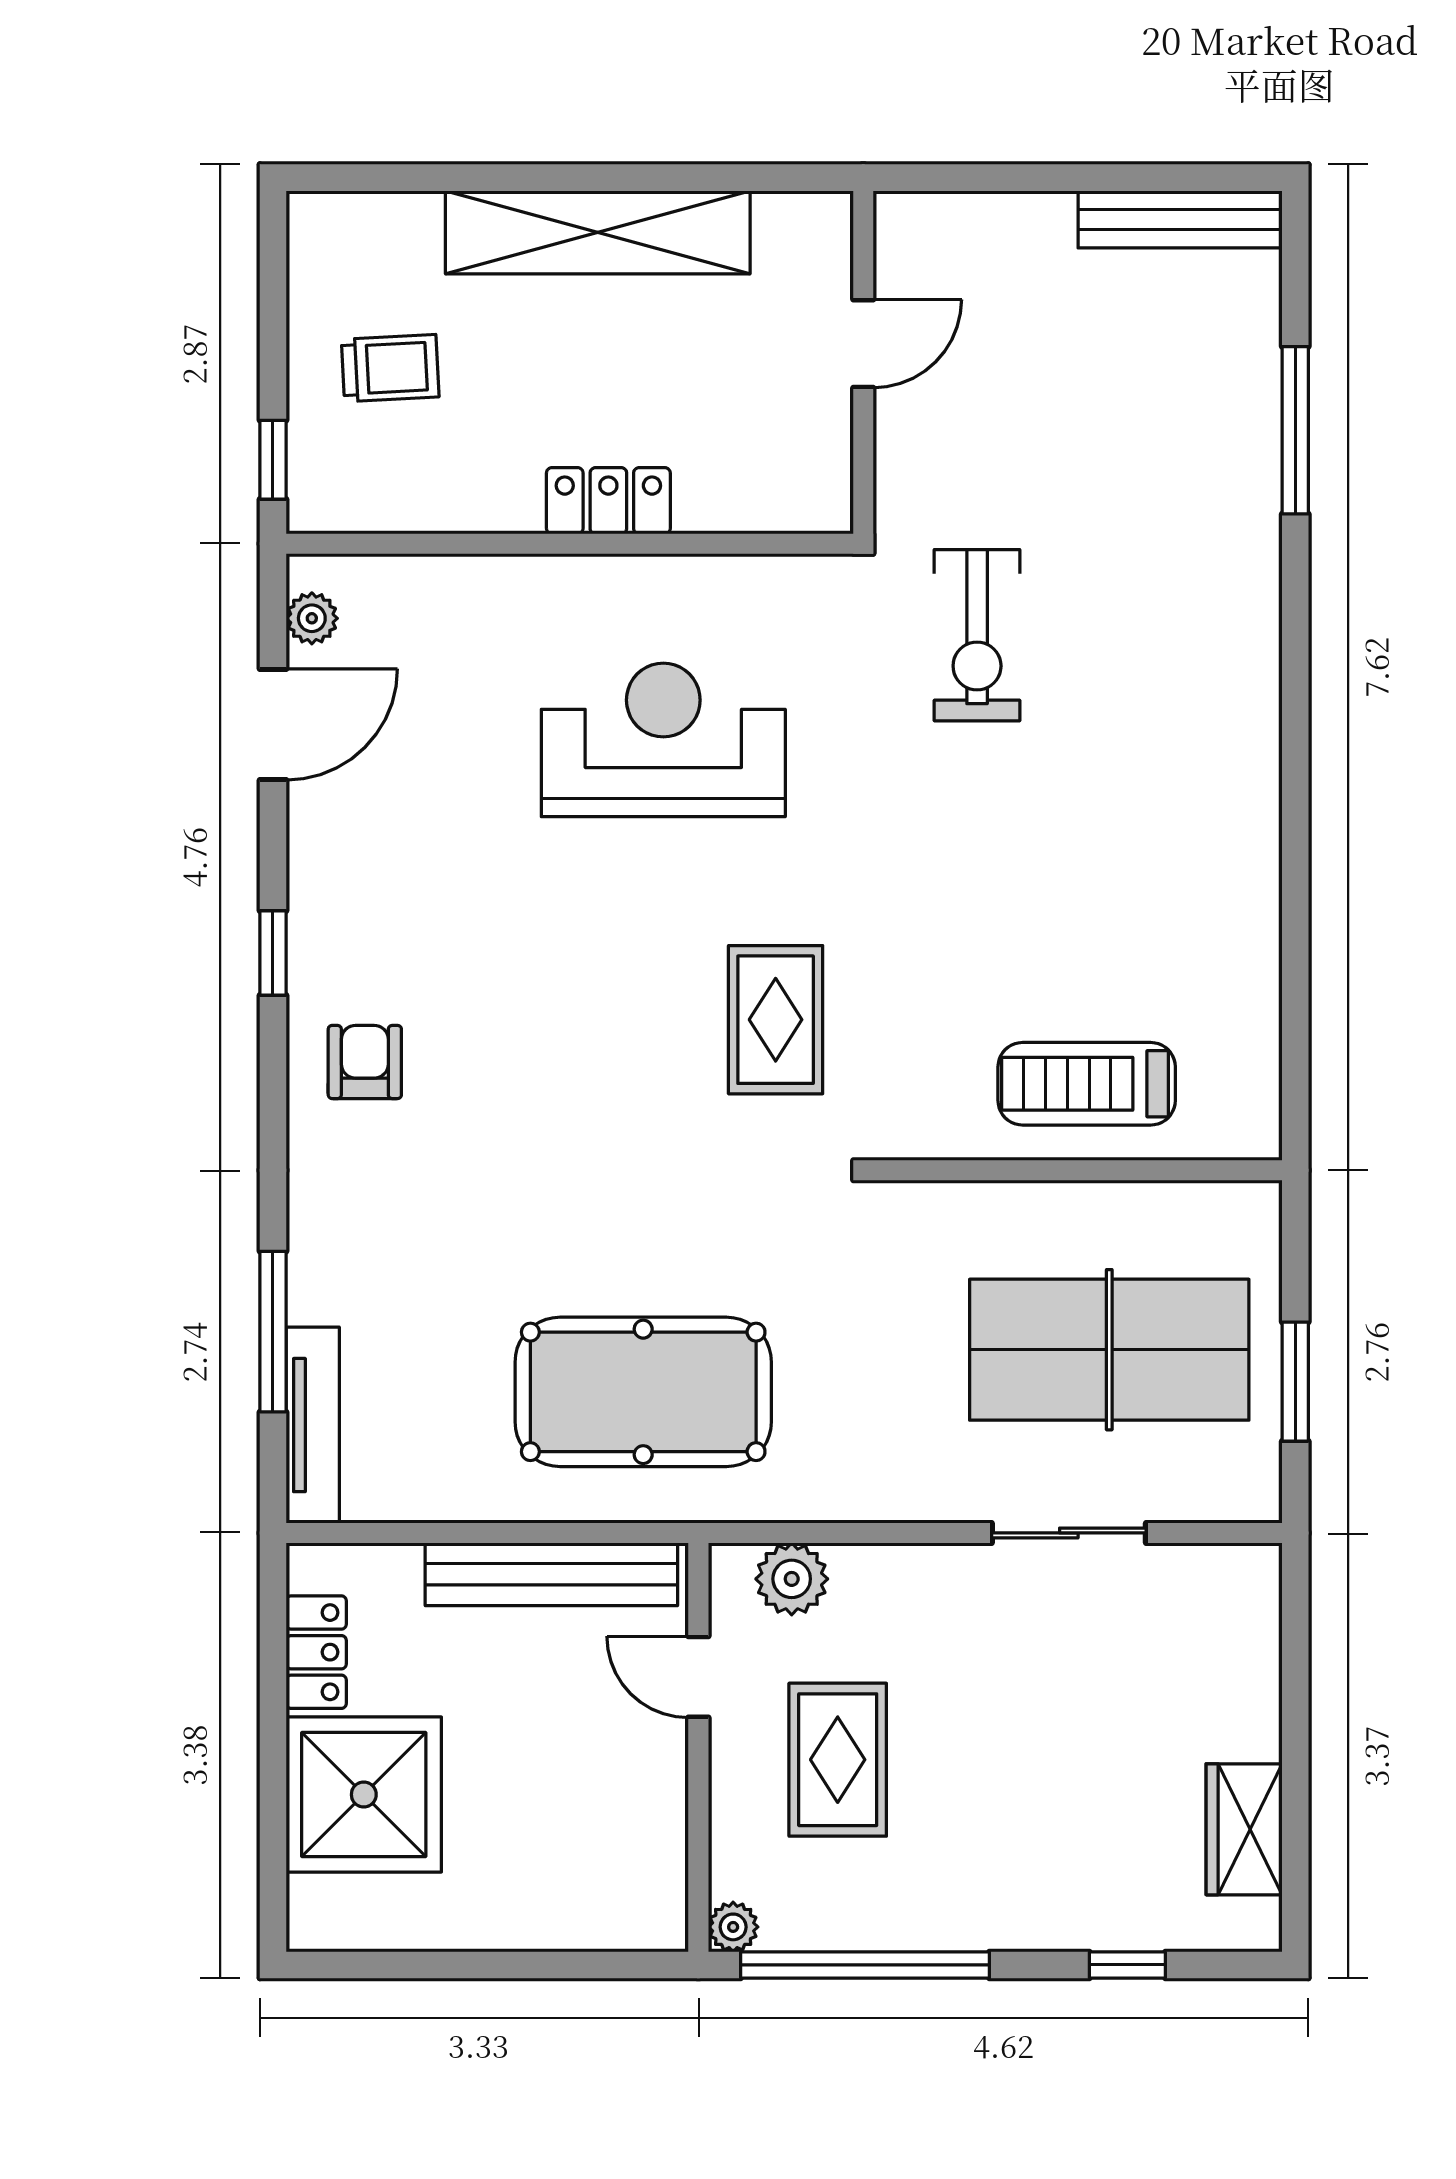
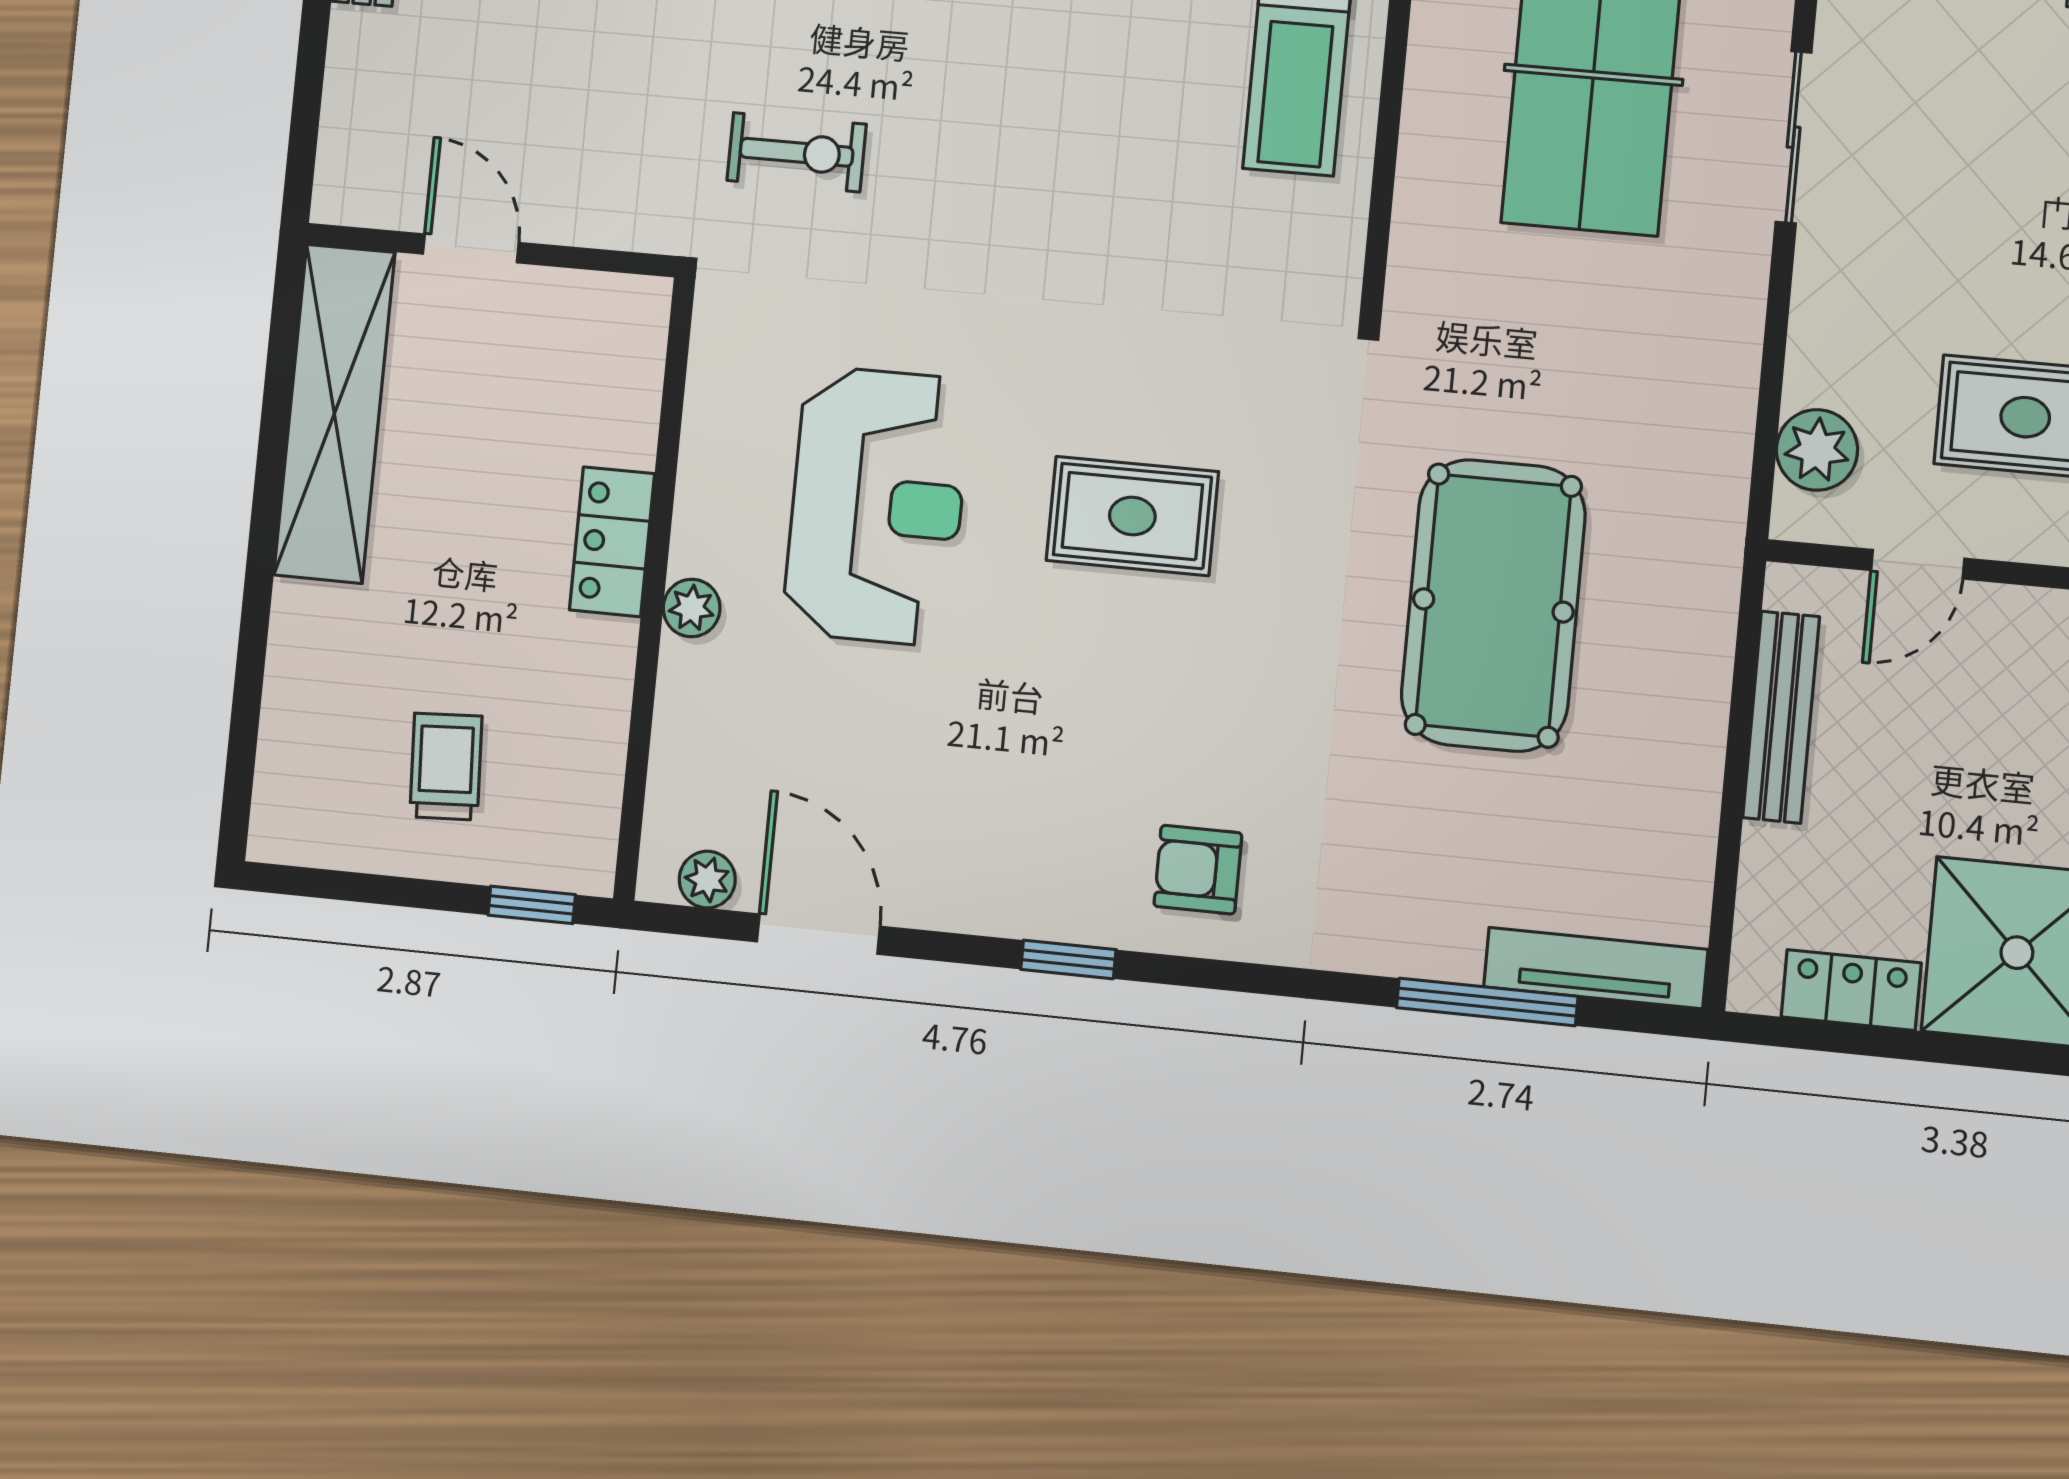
shelving: (598, 232) -> (334, 414), moved
plant: (555, 580) -> (692, 608), added
exercise bike: (977, 635) -> (797, 152), width x0.73, depth x0.72
reception desk: (663, 740) -> (877, 506), turned 180
rug: (776, 1020) -> (1132, 516), moved
pool table: (643, 1392) -> (1493, 605), moved
bench: (551, 1574) -> (1781, 717), width x0.73, depth x0.82

